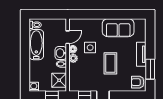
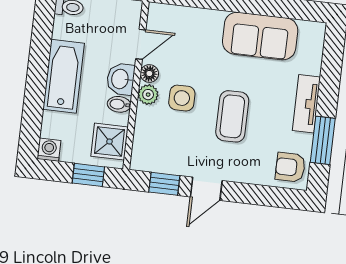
bathtub: (36, 45) -> (64, 76), moved
side table: (90, 48) -> (182, 98), moved

